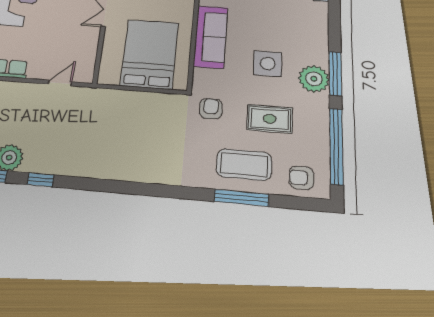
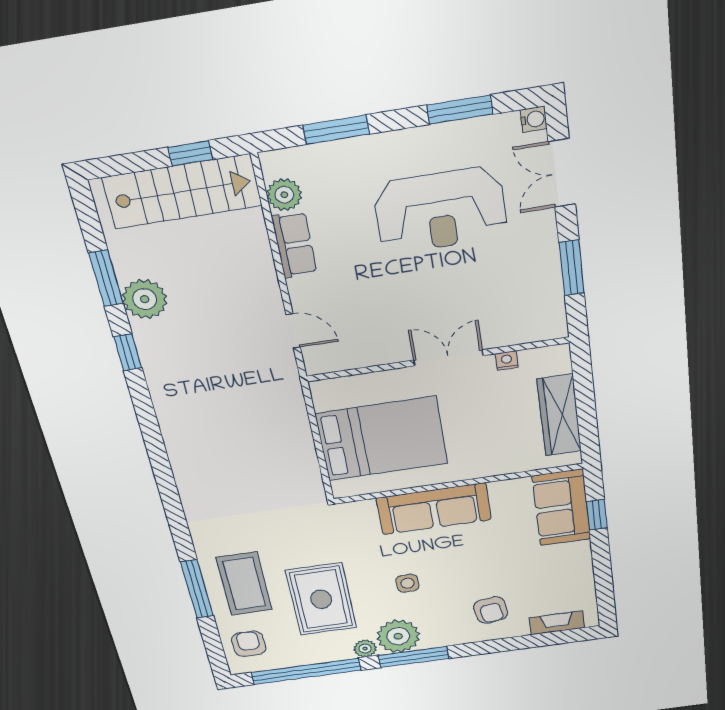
side table: (268, 64) -> (407, 583), width x0.54, depth x0.54
plant: (321, 102) -> (365, 649), added
armchair: (211, 109) -> (491, 610), moved, turned 81
rug: (270, 119) -> (321, 599), width x1.36, depth x1.43

